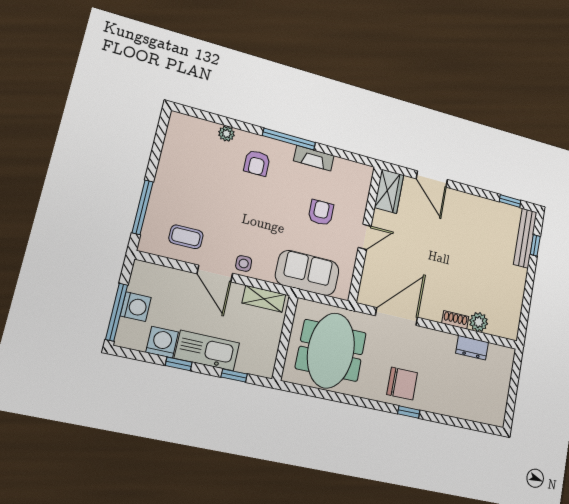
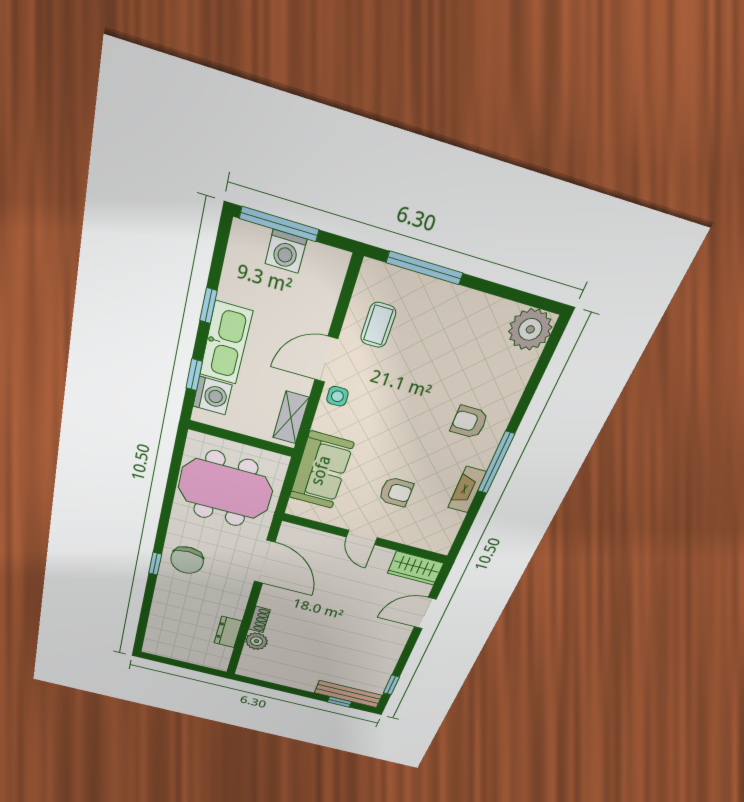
plant: (226, 134) -> (530, 329), moved, width x1.88, depth x1.88
washing machine: (162, 342) -> (212, 396), moved

